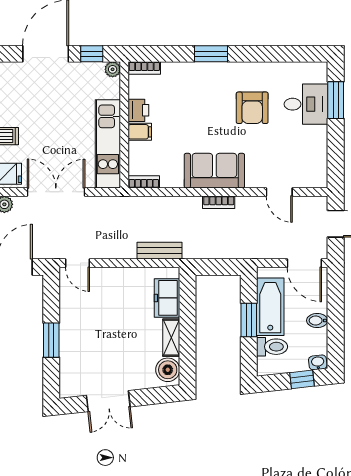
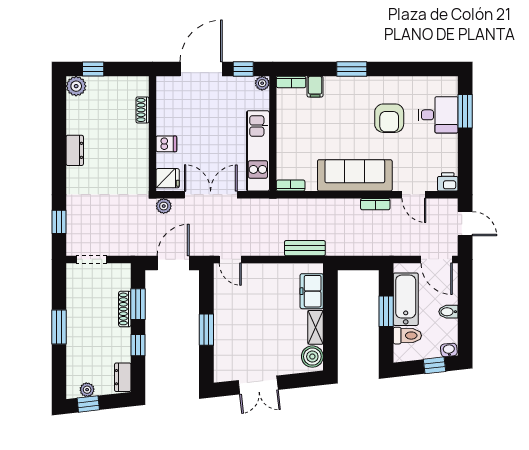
printer: (138, 110) -> (448, 182), moved, turned -90
filing cabinet: (140, 132) -> (315, 87), moved, turned 90
sofa: (214, 171) -> (355, 175), width x1.36
bookcase: (219, 202) -> (375, 204), moved

